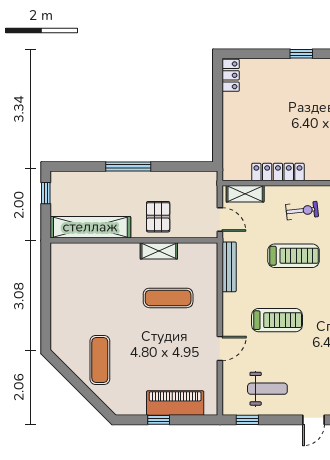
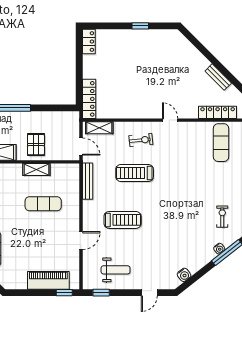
locker: (278, 172) -> (89, 99), moved, turned 90
treadmill: (293, 256) -> (135, 173), turned 180
window: (159, 420) -> (64, 293), moved

